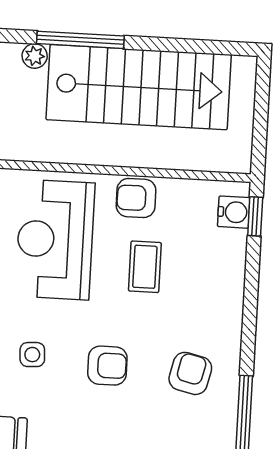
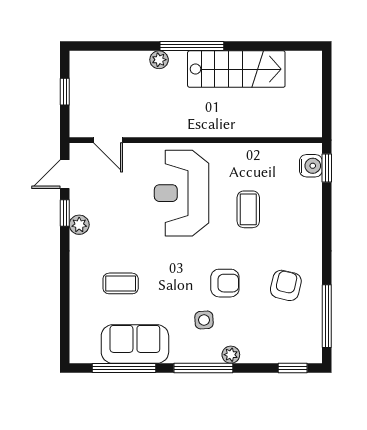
stairs: (139, 87) -> (236, 69), width x0.73, depth x0.66
armchair: (136, 198) -> (239, 159), removed
side table: (32, 355) -> (204, 320), moved

